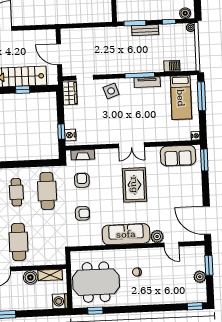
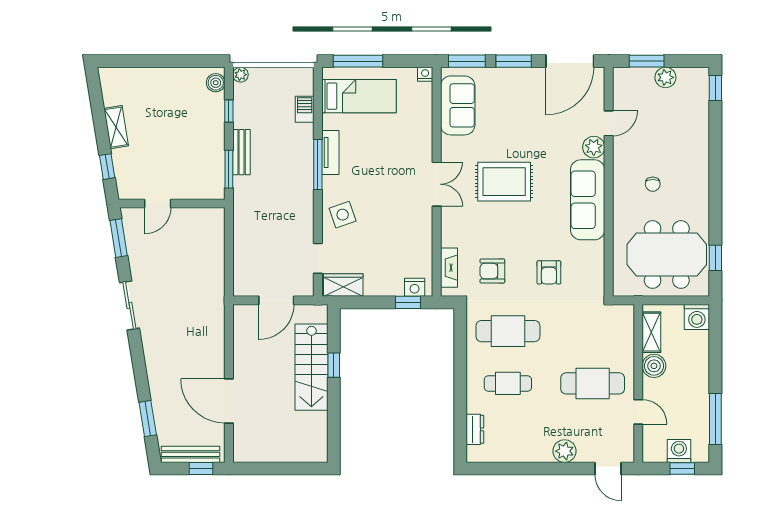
window: (205, 187) -> (514, 61), added
armchair: (82, 213) -> (549, 272), turned 180
meeting table: (96, 282) -> (667, 254), turned 90

